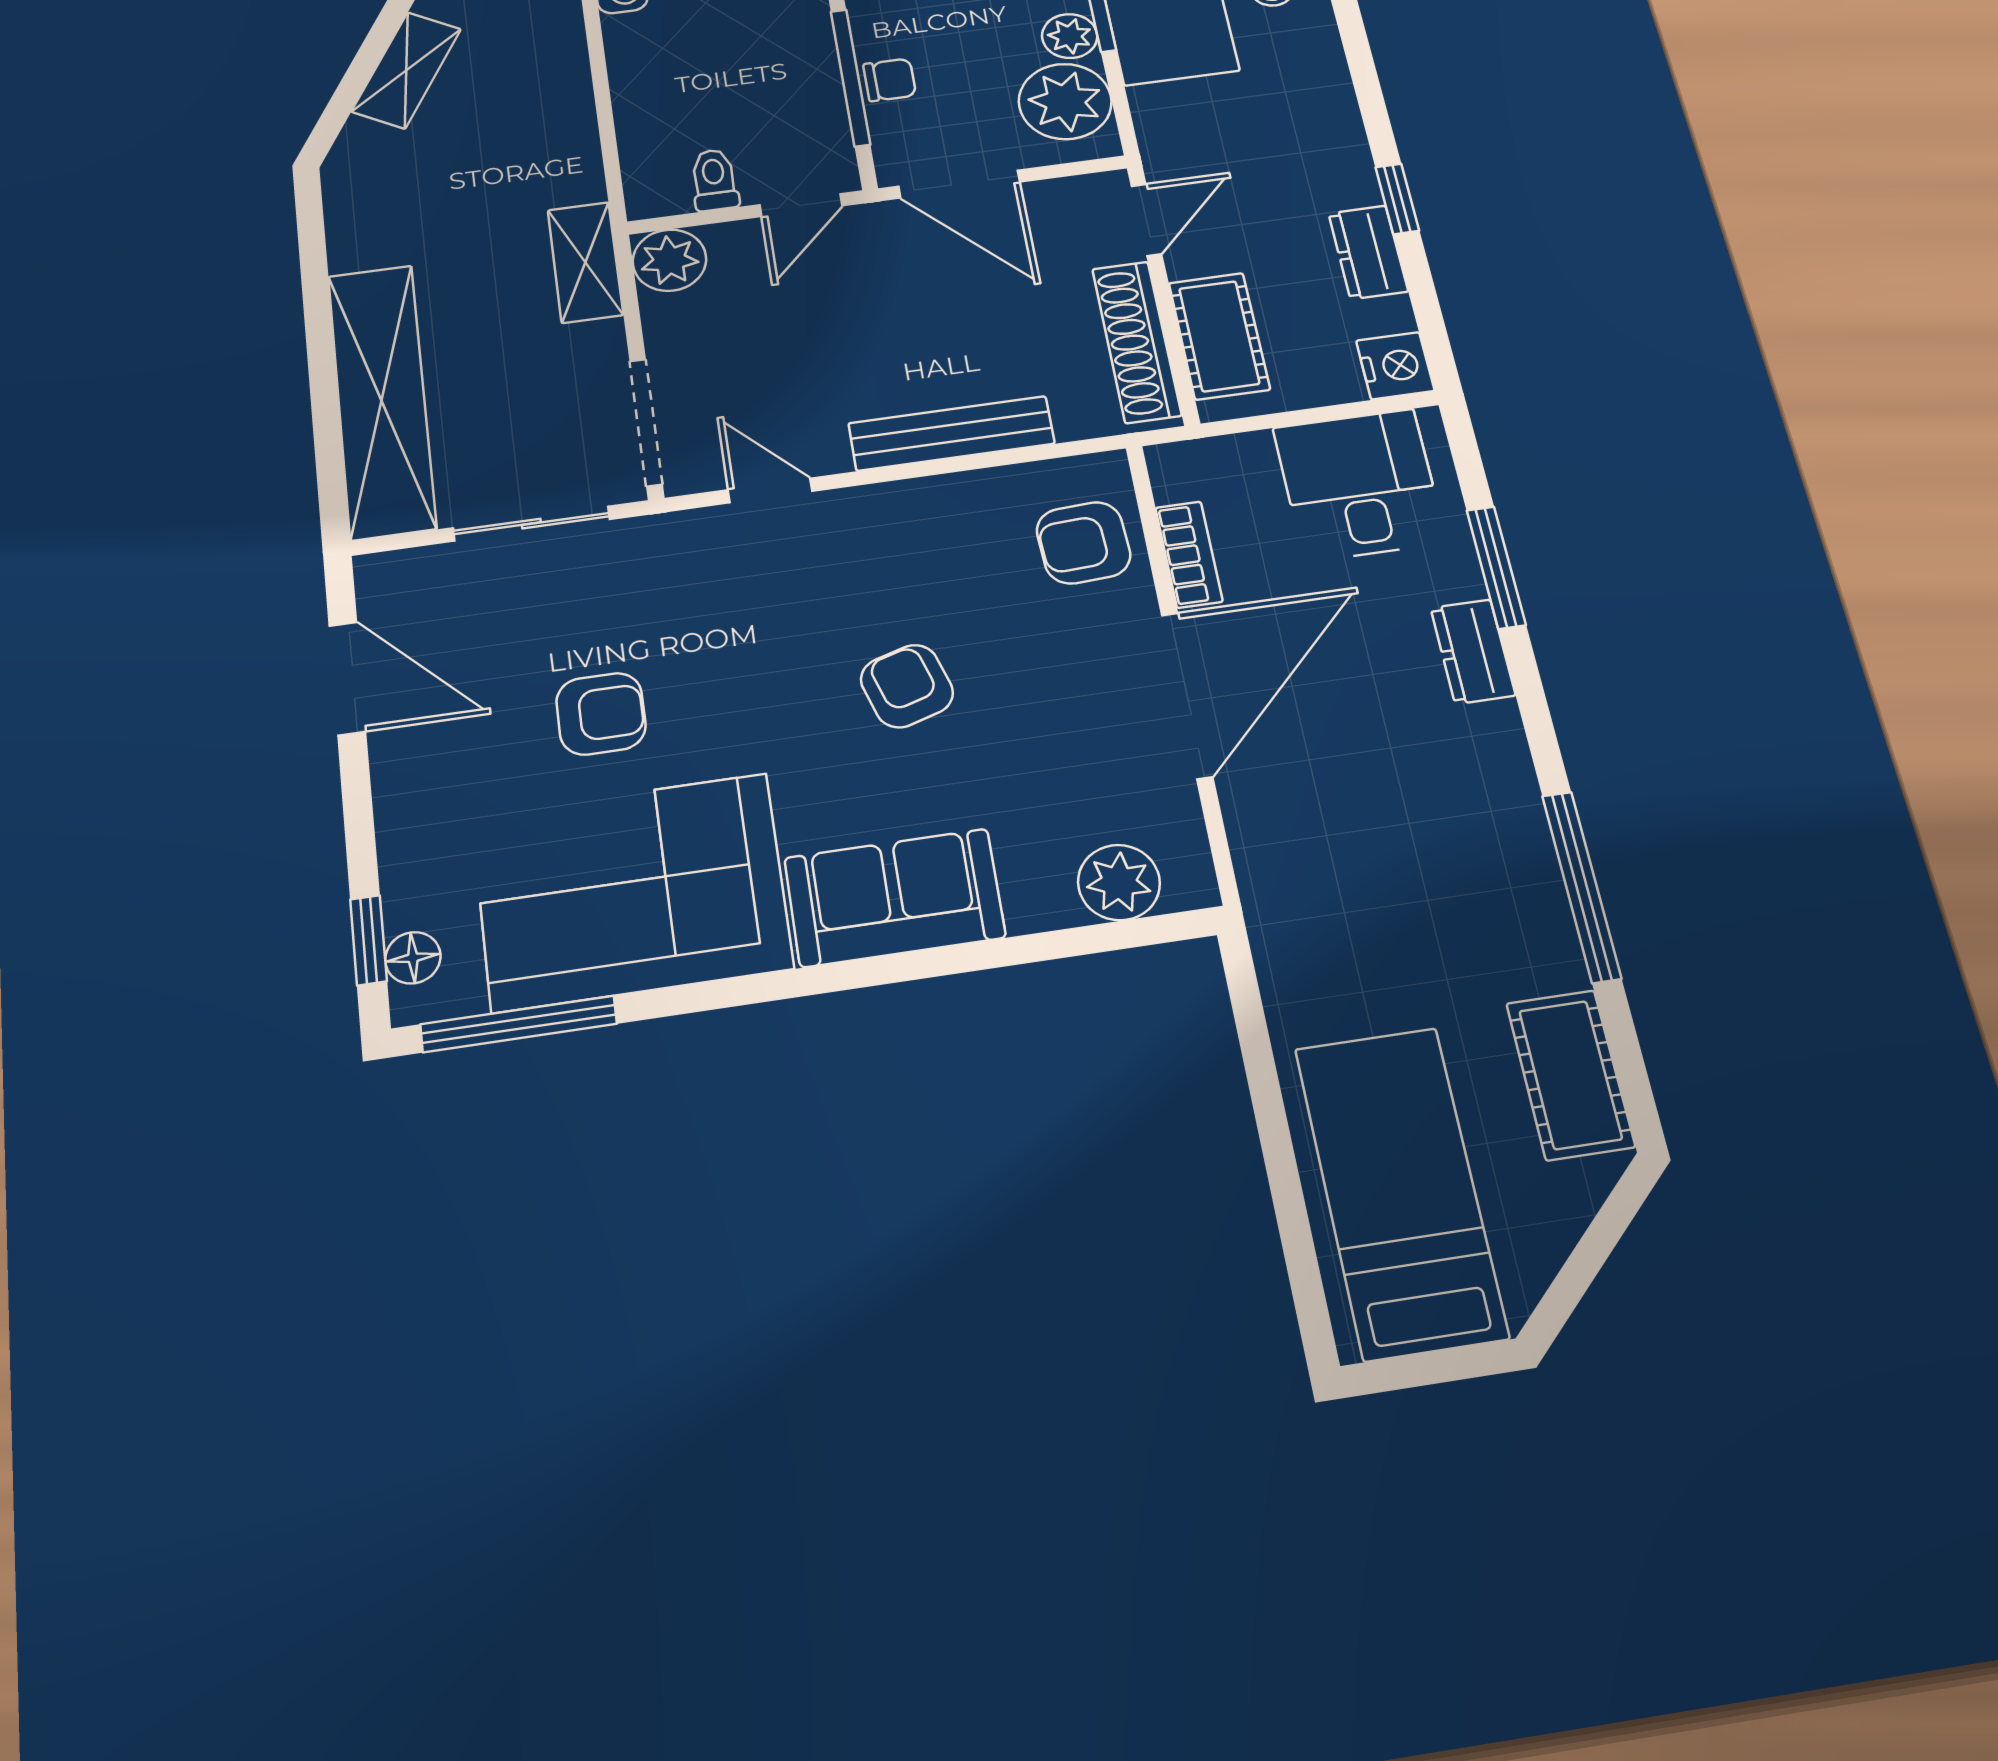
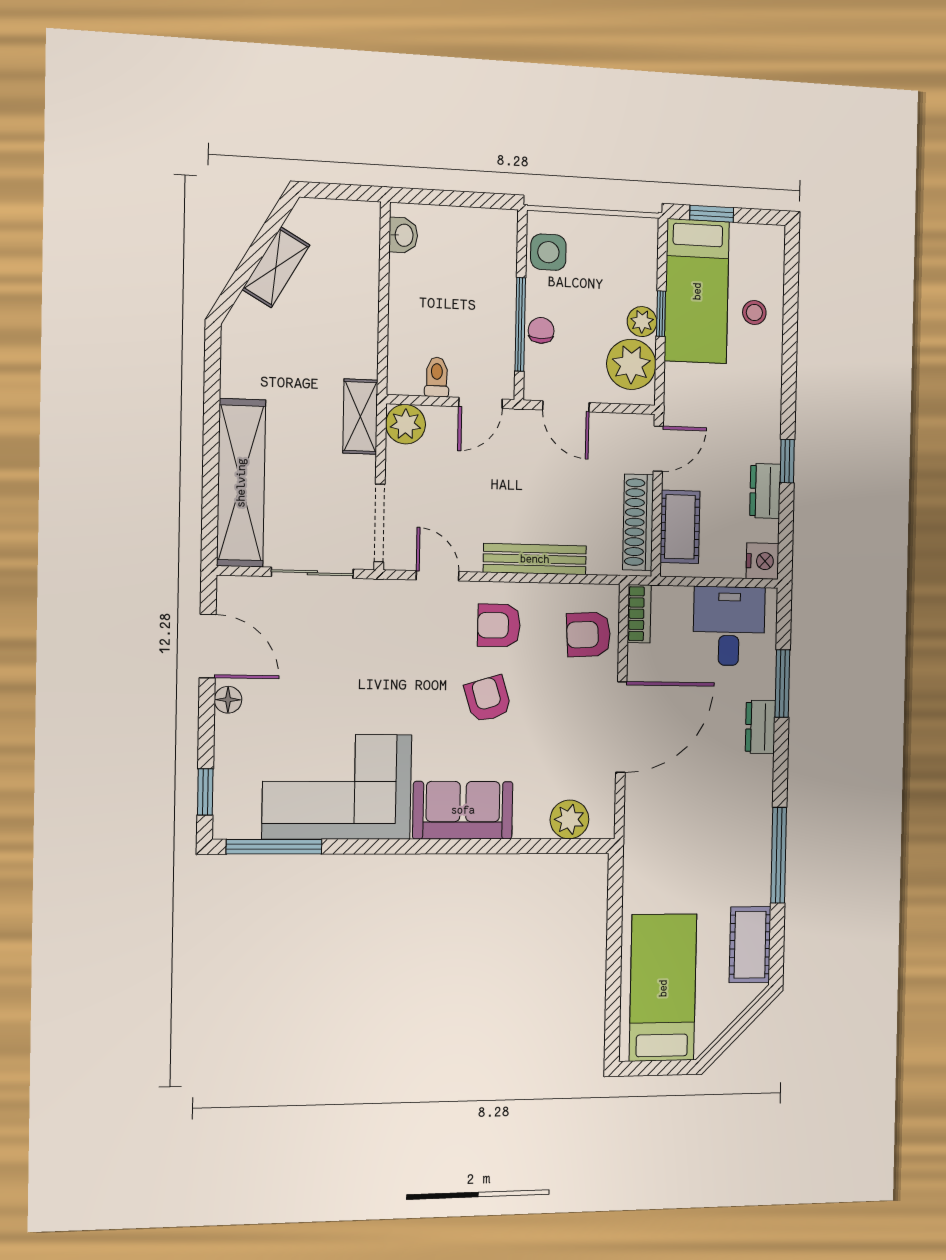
chair: (890, 80) -> (541, 330), turned -90
door: (959, 184) -> (566, 406), width x0.73
bookcase: (1189, 554) -> (639, 614), moved
armchair: (601, 714) -> (499, 625), moved, turned 180
floor lamp: (413, 958) -> (228, 700), moved

